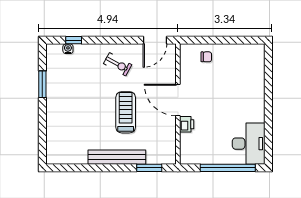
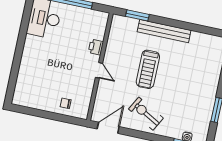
exercise bike: (118, 64) -> (146, 114), width x1.38, depth x1.39
door: (178, 100) -> (99, 70), width x0.53

